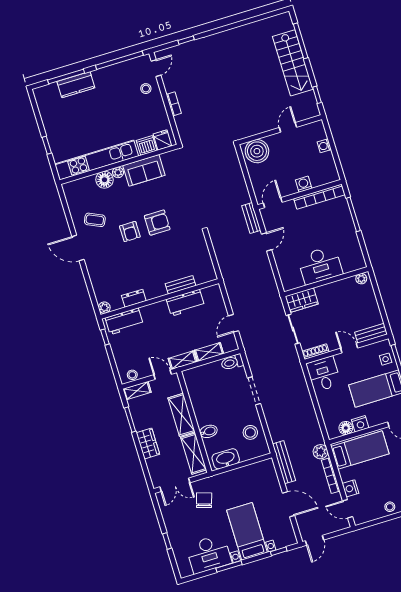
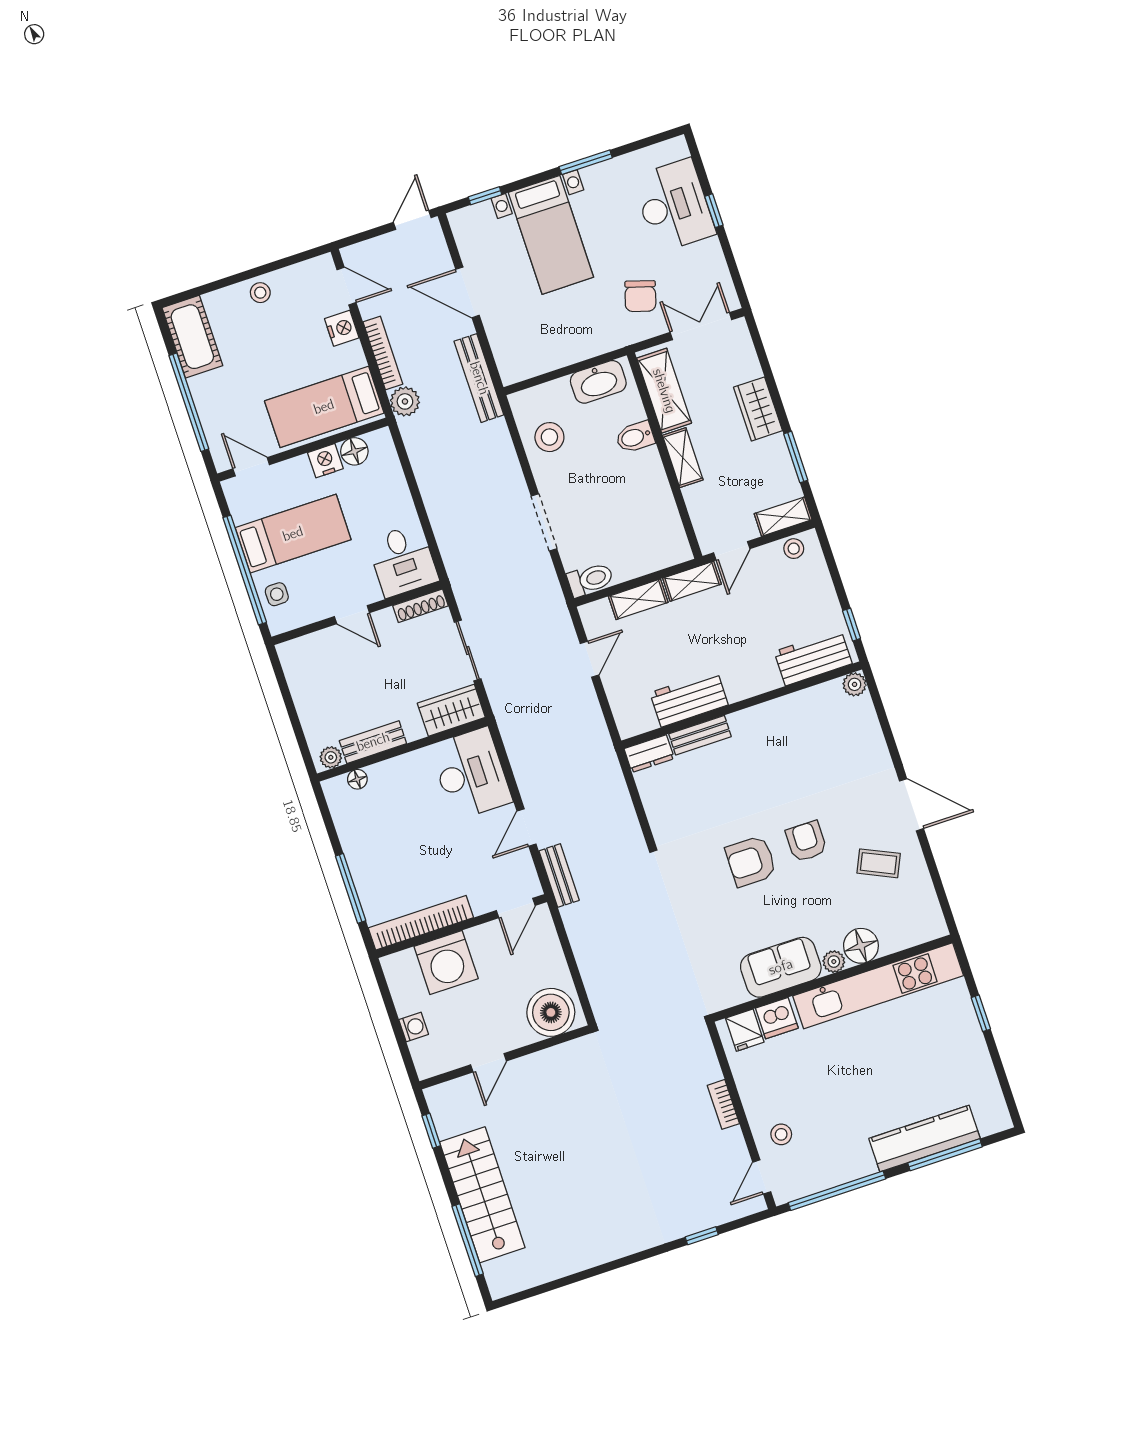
kitchen counter: (76, 85) -> (925, 1139), width x1.50
washing machine: (304, 184) -> (446, 963), width x1.89, depth x1.89
desk: (320, 265) -> (471, 774), moved, turned 90
floor lamp: (349, 268) -> (357, 779), added
dresser: (134, 298) -> (649, 754), moved
bench: (371, 333) -> (373, 742), moved
door: (163, 375) -> (732, 551), hinge flipped
shelving: (181, 415) -> (683, 458), width x0.67, depth x0.75
desk: (209, 554) -> (674, 205), moved, turned 90

